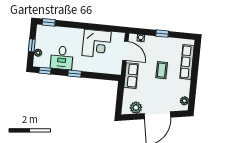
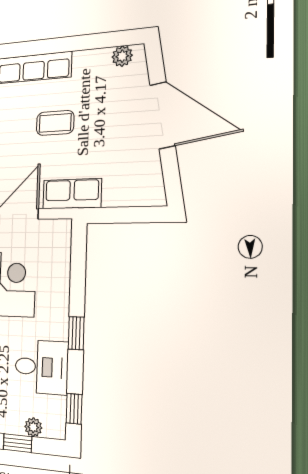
plant: (136, 108) -> (148, 172), removed

